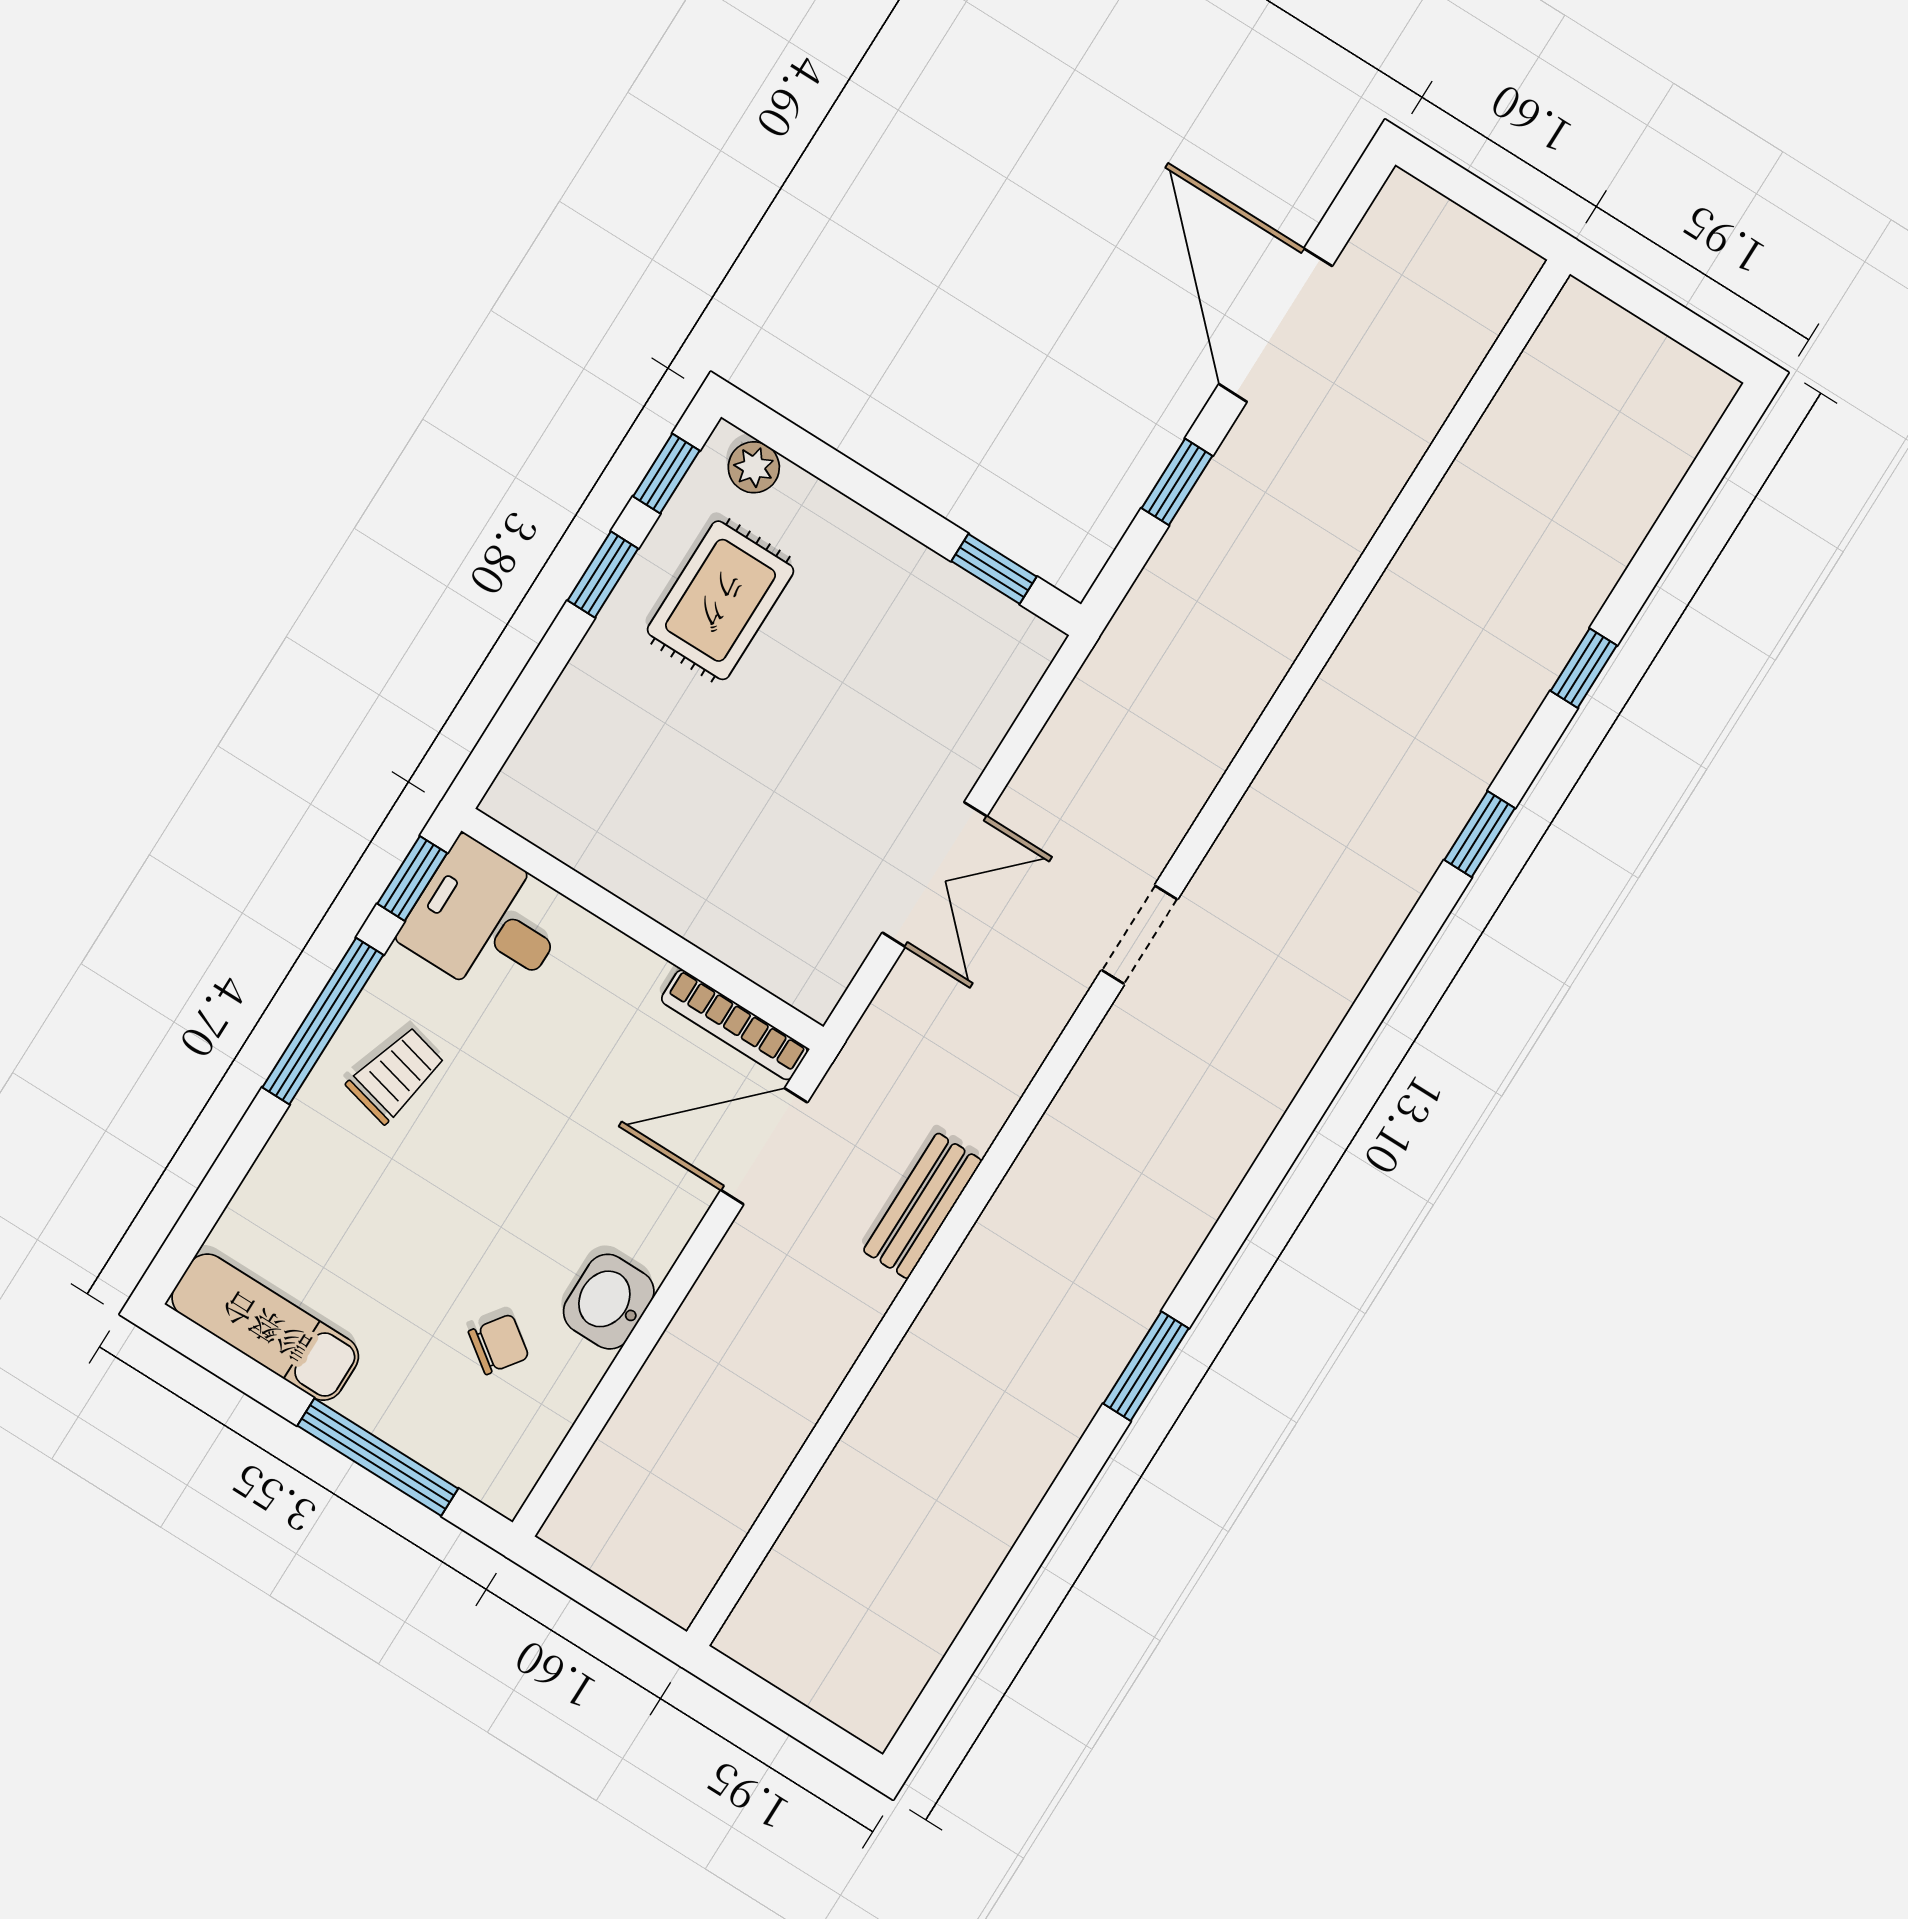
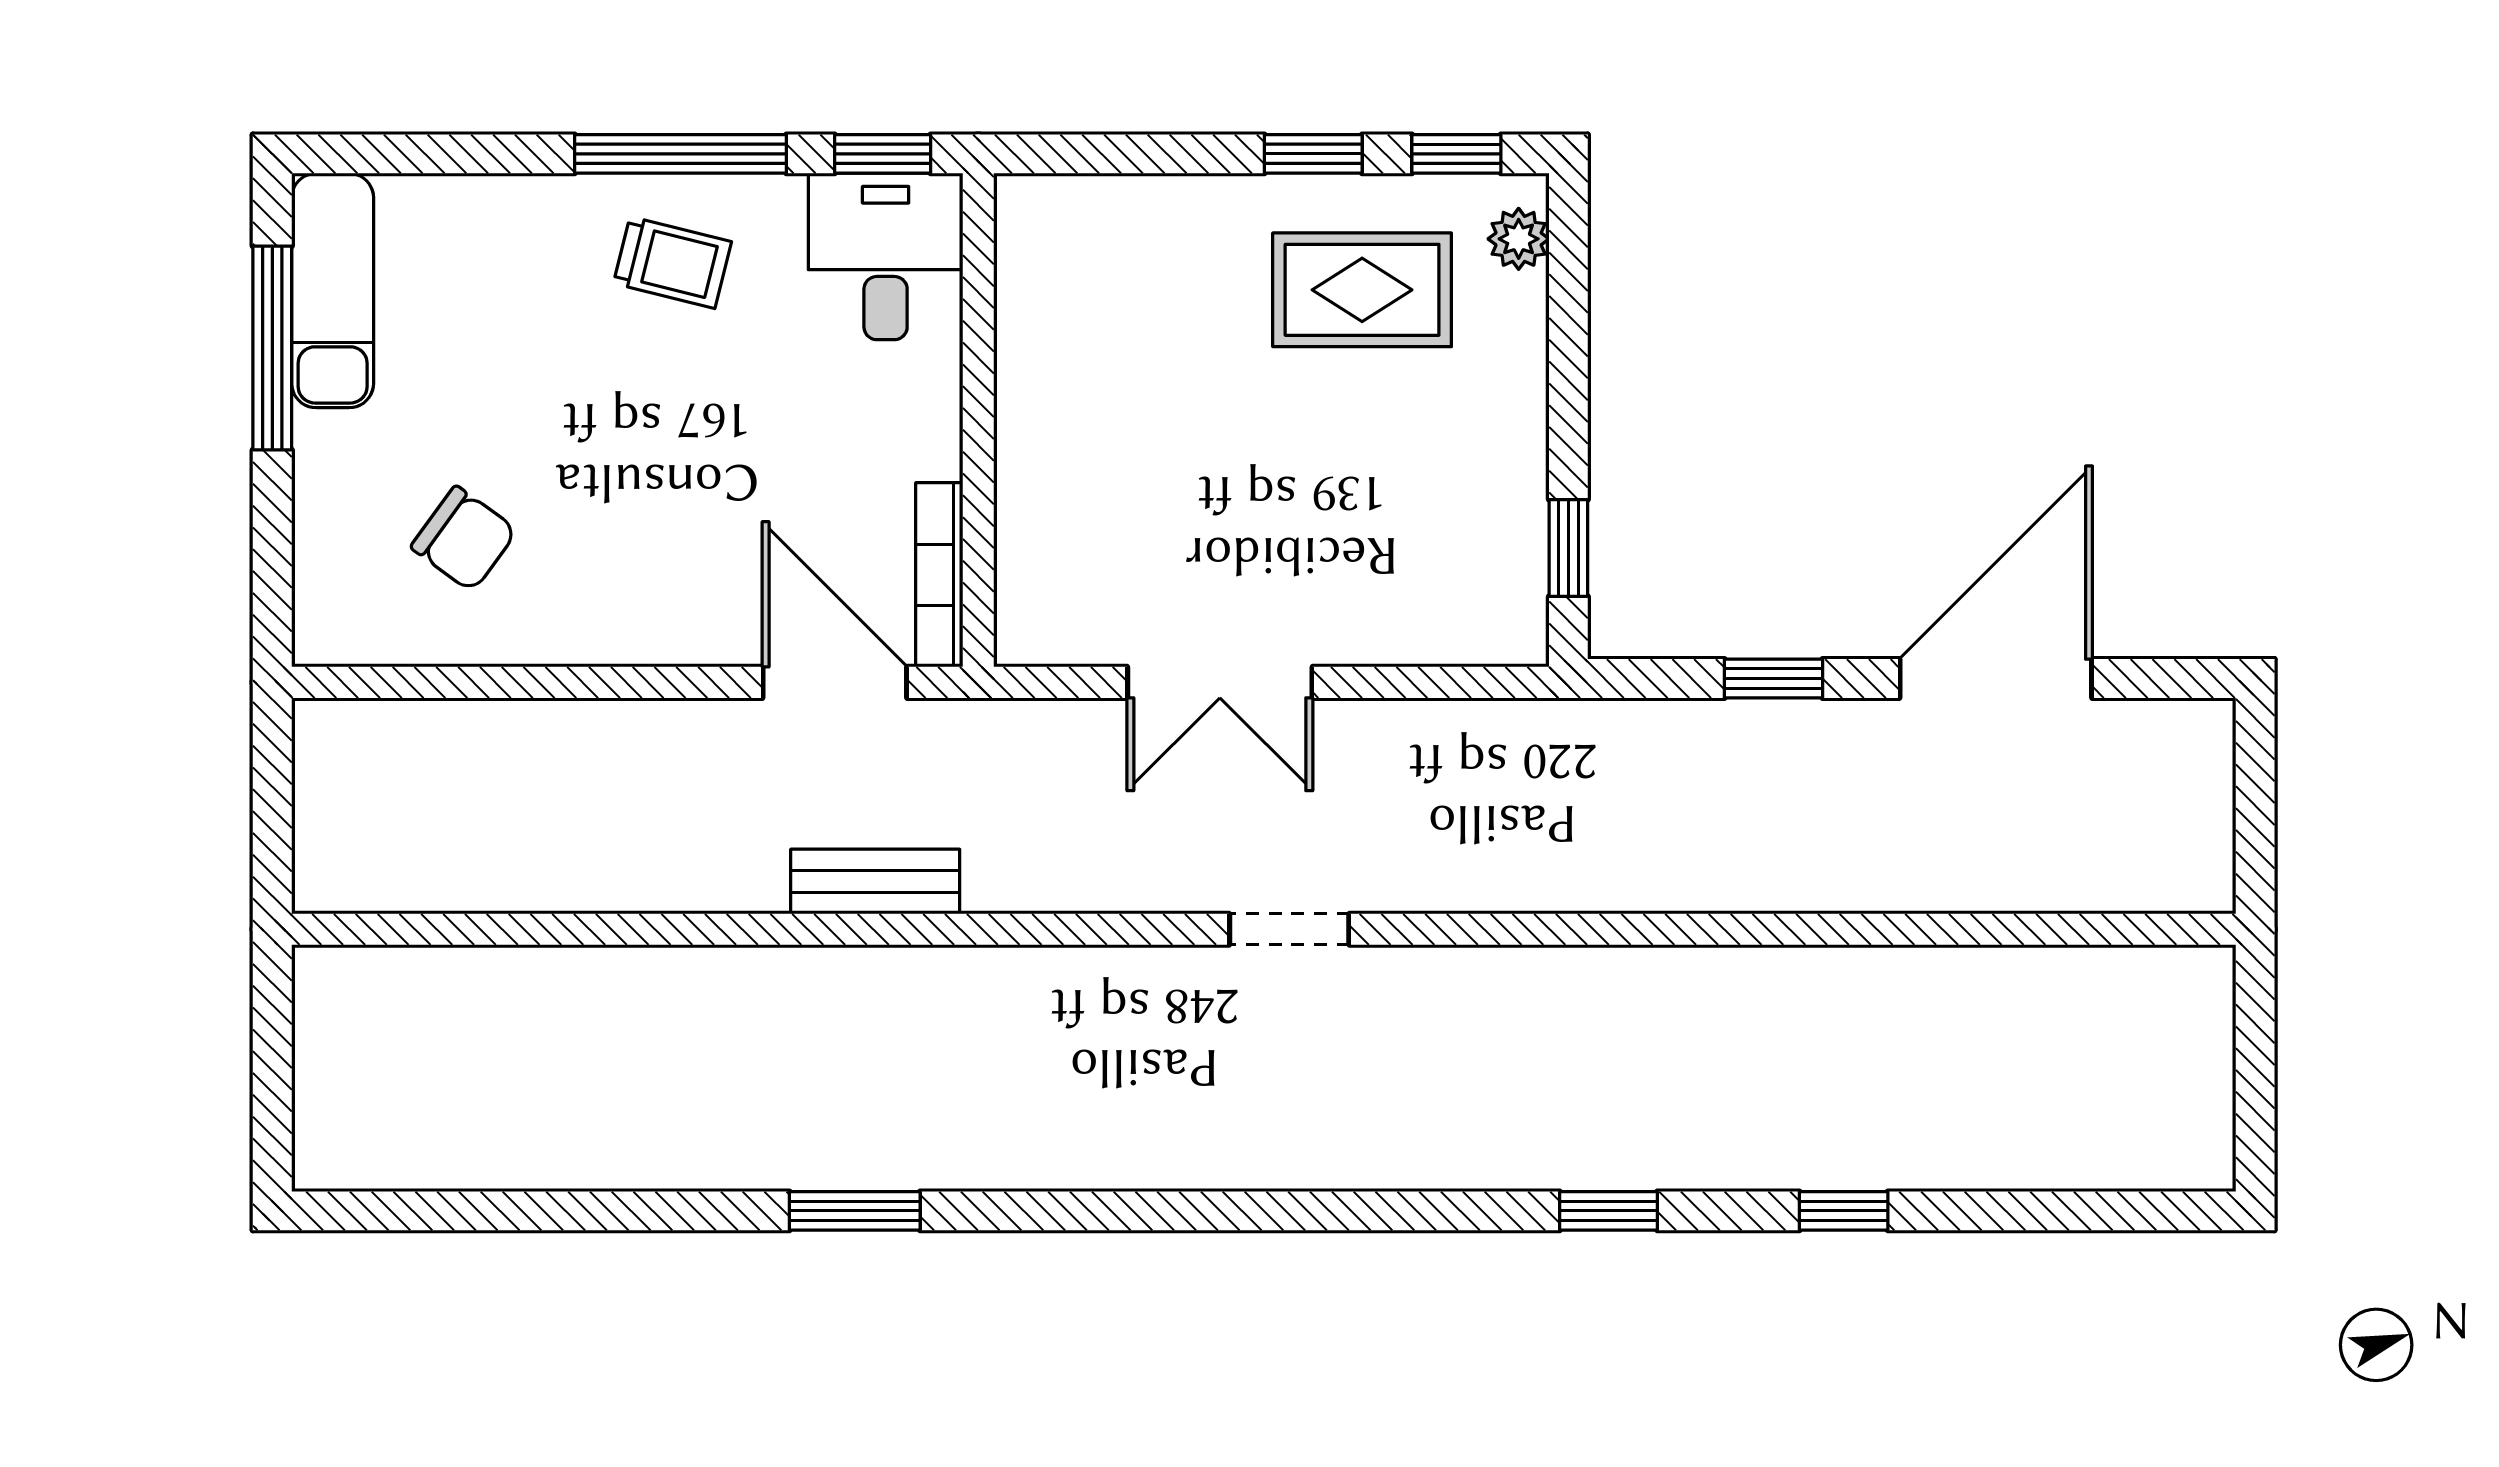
washbasin: (609, 1302) -> (578, 623), removed
chair: (499, 1344) -> (464, 539), width x1.37, depth x1.37
window: (378, 1457) -> (272, 348), moved

